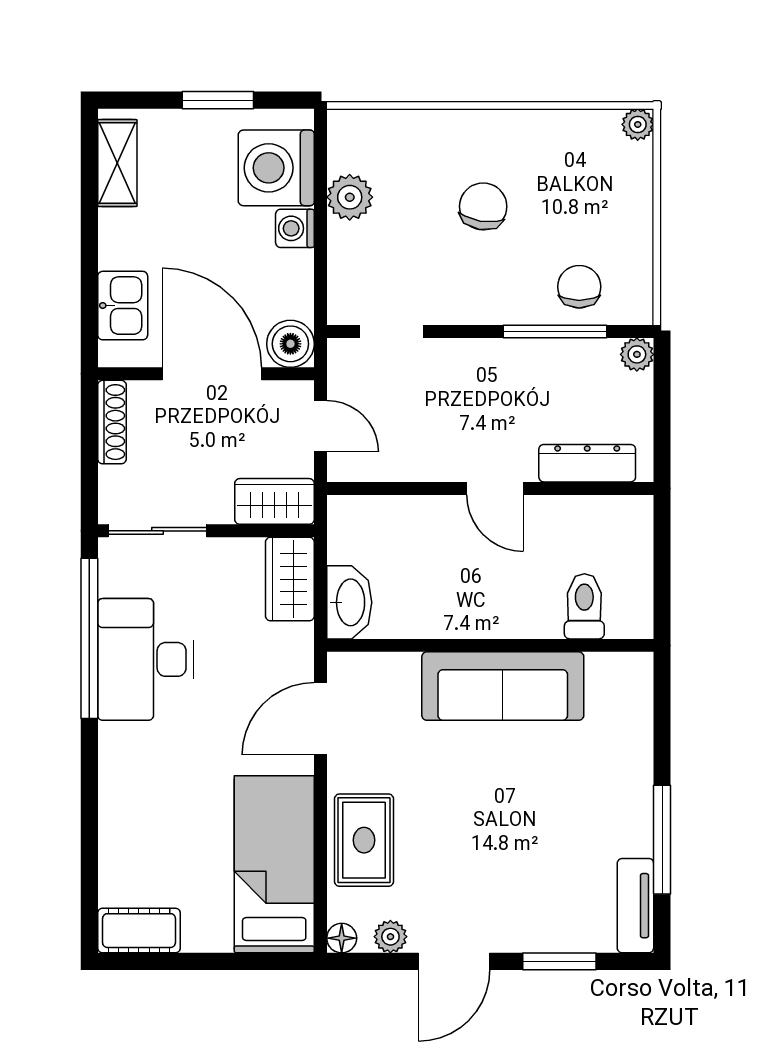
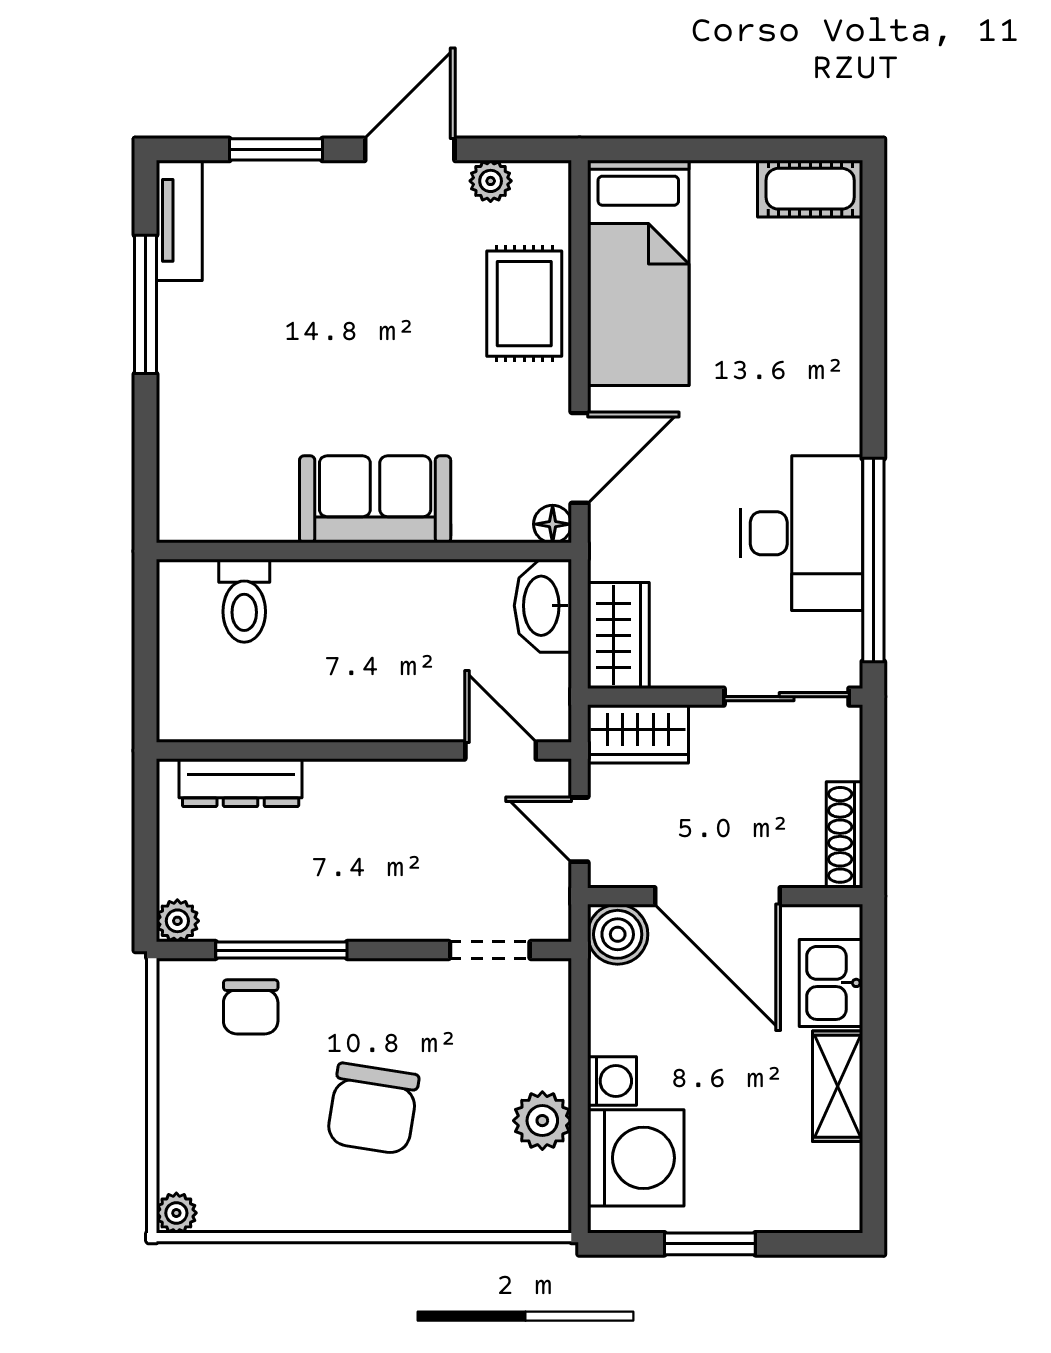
shelving: (117, 163) -> (838, 1086), moved
chair: (483, 206) -> (373, 1109), width x1.37, depth x1.37
door: (495, 488) -> (501, 751), moved
sofa: (503, 686) -> (375, 499), width x0.73
floor lamp: (342, 938) -> (553, 524), moved

